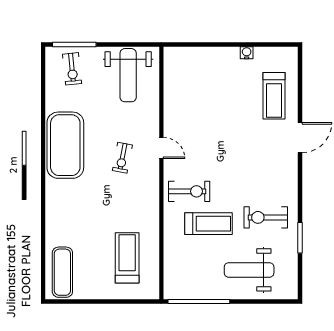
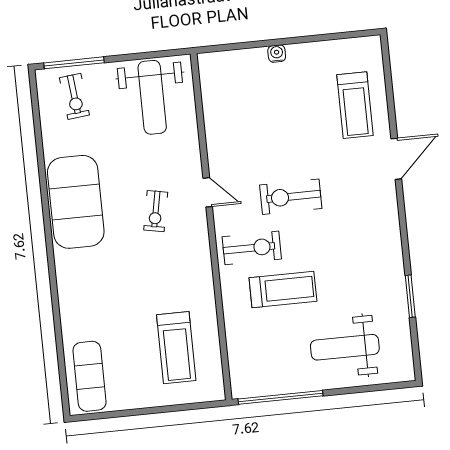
water cooler: (247, 53) -> (277, 54), moved
exercise bike: (266, 217) -> (291, 197), moved
treadmill: (127, 258) -> (176, 348), turned 180

